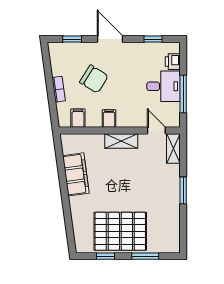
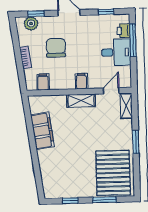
plant: (66, 50) -> (31, 23), added
chair: (94, 79) -> (56, 48), turned -122
window: (183, 94) -> (133, 40), moved
filing cabinet: (109, 118) -> (81, 81), moved
door: (156, 131) -> (111, 91), hinge flipped
pallet: (120, 231) -> (113, 173), moved, turned 90

